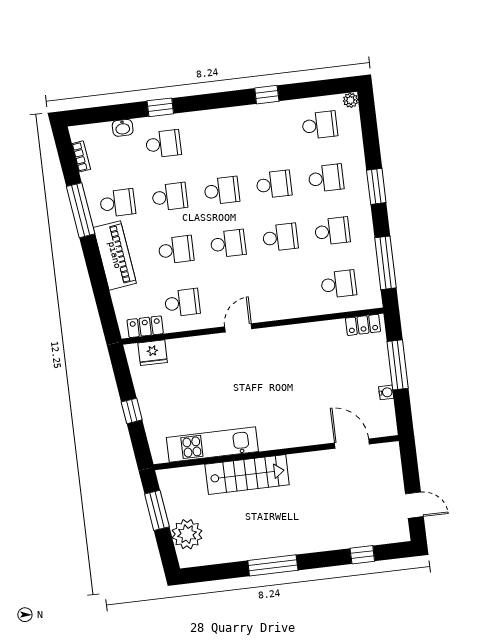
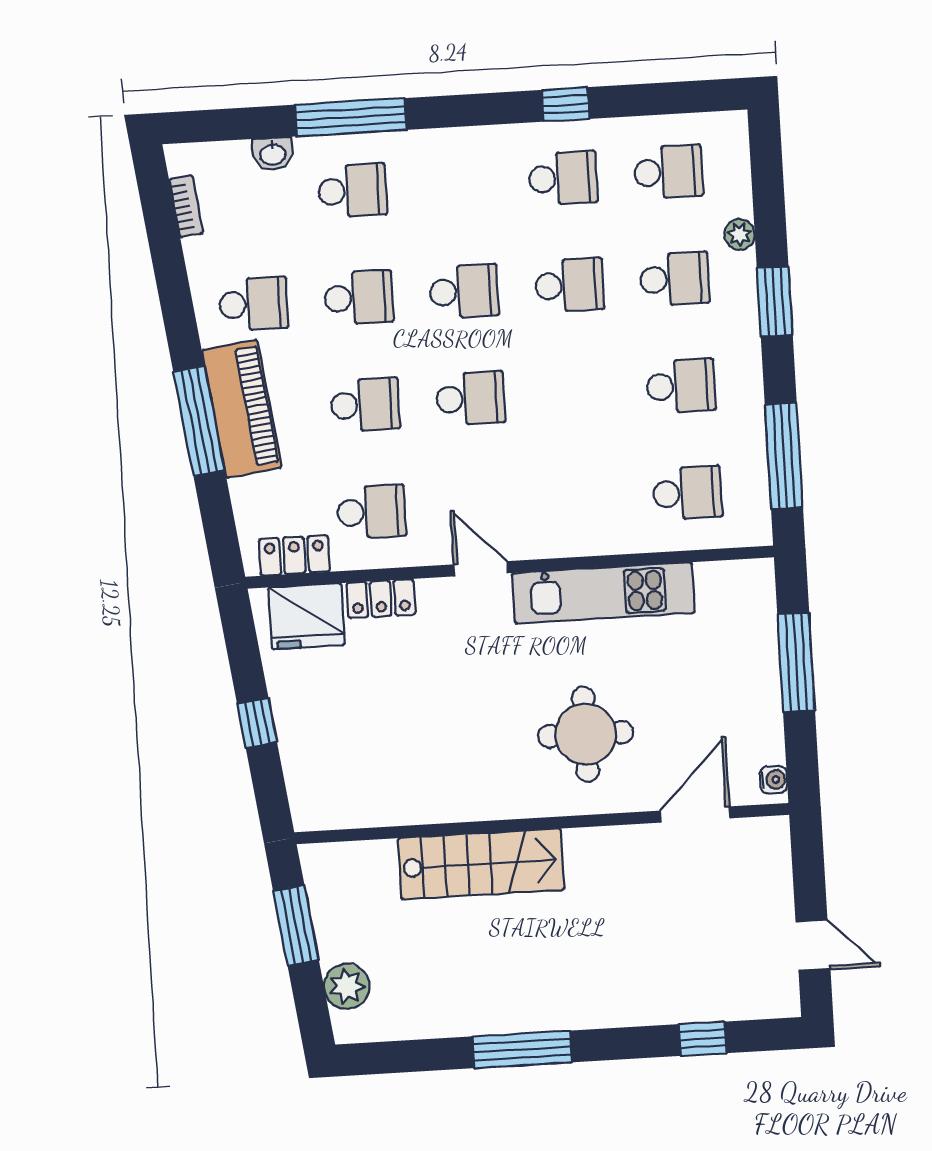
plant: (351, 100) -> (740, 234), moved
window: (160, 107) -> (351, 117), width x2.17
window: (81, 210) -> (199, 421), moved
school desk: (280, 237) -> (563, 178), moved
locker: (363, 325) -> (381, 599), moved
door: (238, 328) -> (481, 569), hinge flipped
fridge: (153, 353) -> (307, 616), width x1.36, depth x1.34
water cooler: (386, 392) -> (774, 780), moved
round table: (295, 407) -> (586, 734), added
kitchen unit: (212, 444) -> (603, 593), moved, turned 180
door: (352, 444) -> (695, 815), hinge flipped
plant: (187, 534) -> (347, 986), width x0.73, depth x0.73

